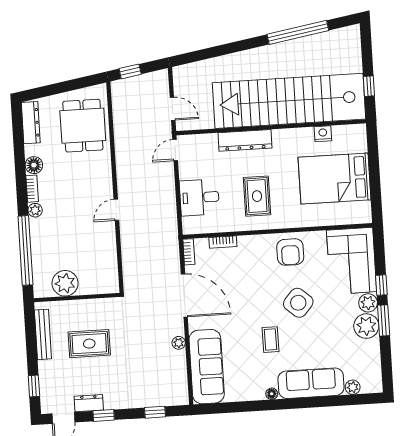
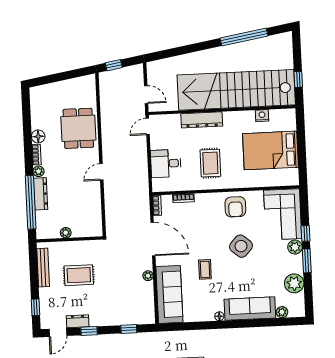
dresser: (31, 123) -> (41, 194), moved
dining table: (83, 126) -> (78, 128), moved
plant: (65, 283) -> (66, 233), width x0.53, depth x0.53
plant: (366, 326) -> (294, 283), moved
coffee table: (270, 340) -> (205, 269), moved

